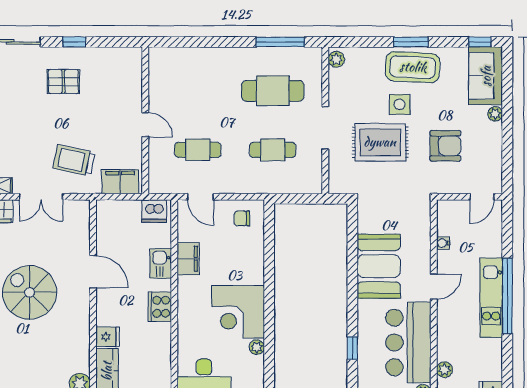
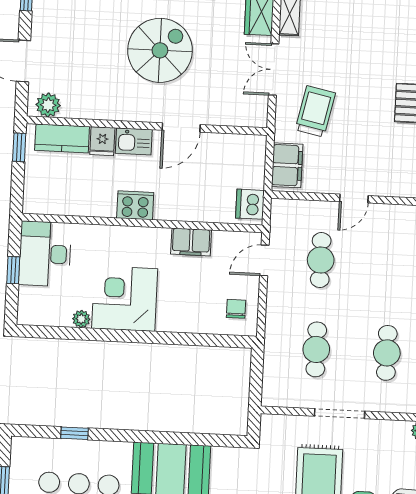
cafe table: (273, 91) -> (387, 353), width x0.73, depth x0.74
kitchen sink: (161, 263) -> (134, 141), moved, turned 180

